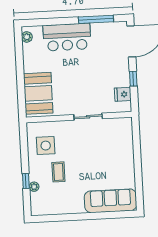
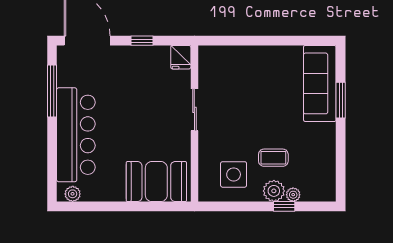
bar counter: (67, 37) -> (76, 135), width x1.36
fridge: (123, 94) -> (181, 57), moved
plant: (36, 173) -> (274, 191), added
window: (100, 216) -> (341, 100), added

